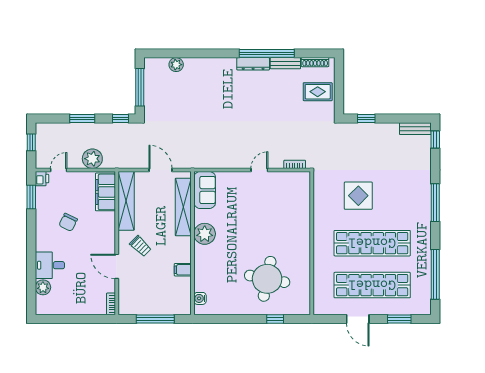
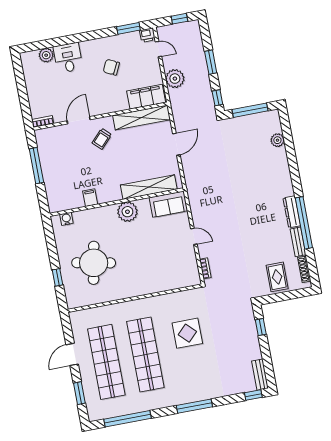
sofa: (205, 190) -> (168, 204), moved
shelving: (183, 207) -> (149, 187), moved
plant: (205, 234) -> (127, 212), moved
wall: (193, 243) -> (117, 202), moved
filing cabinet: (183, 270) -> (90, 198), moved
water cooler: (200, 298) -> (66, 219), moved

